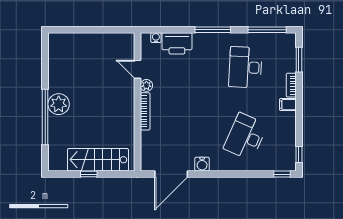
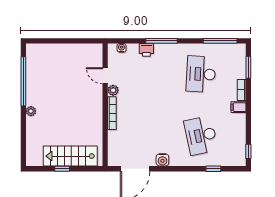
window: (213, 30) -> (162, 41), moved
printer: (177, 43) -> (146, 50), width x0.53, depth x0.68
plant: (59, 104) -> (31, 111), width x0.53, depth x0.53
window: (45, 117) -> (23, 81), moved
desk: (245, 137) -> (201, 136), turned -36
window: (282, 174) -> (213, 169), moved

